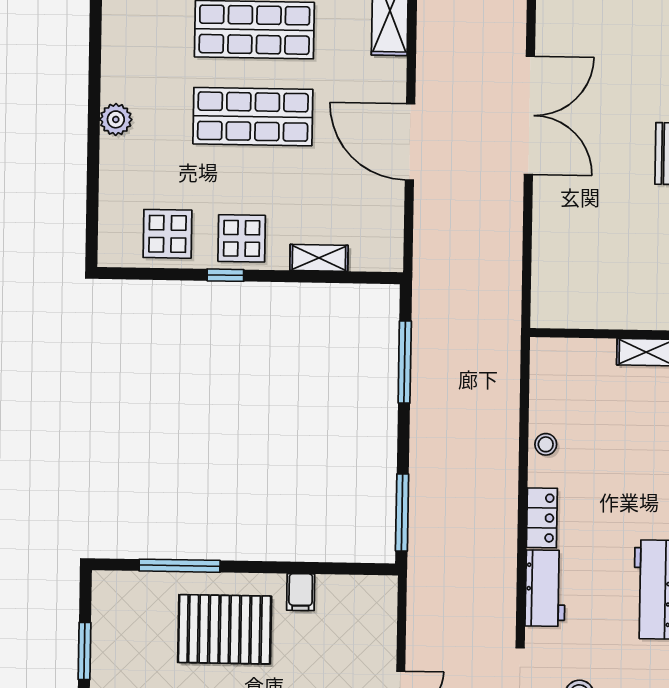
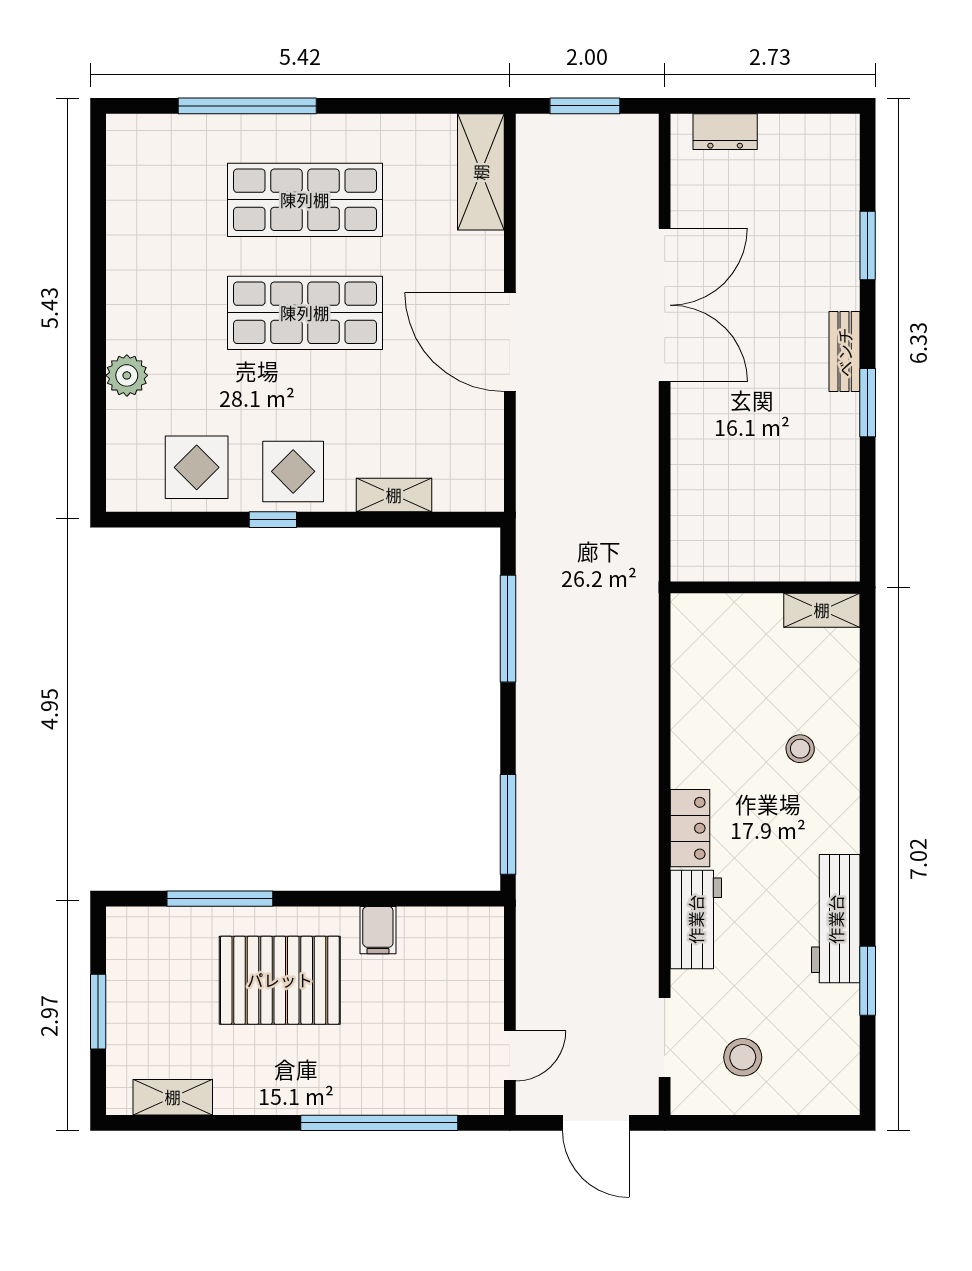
plant: (116, 119) -> (127, 375), moved
stool: (546, 444) -> (800, 749), moved

